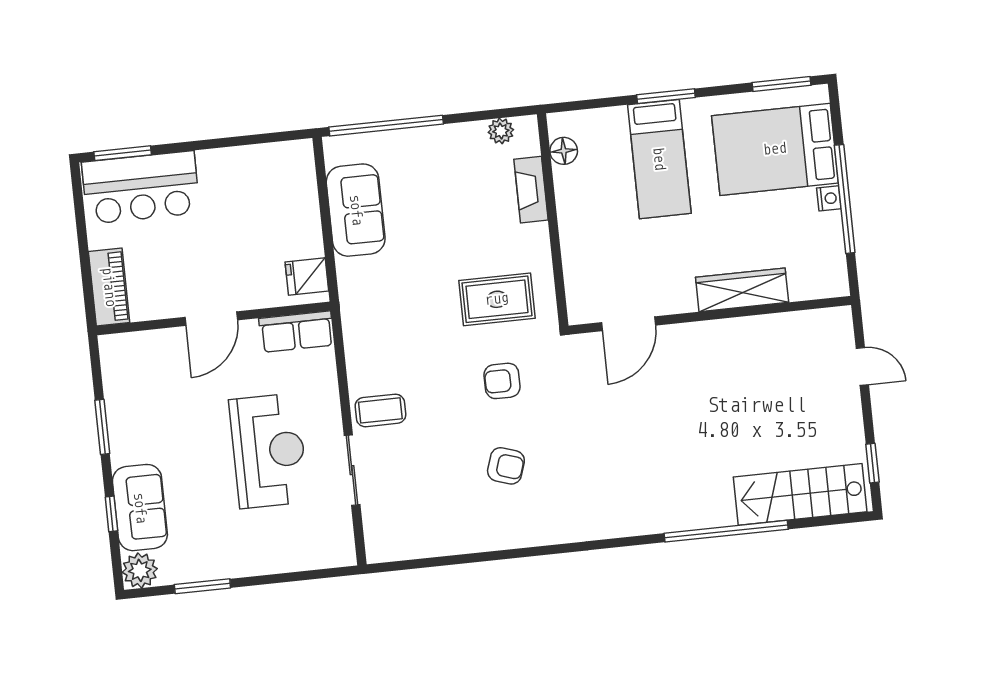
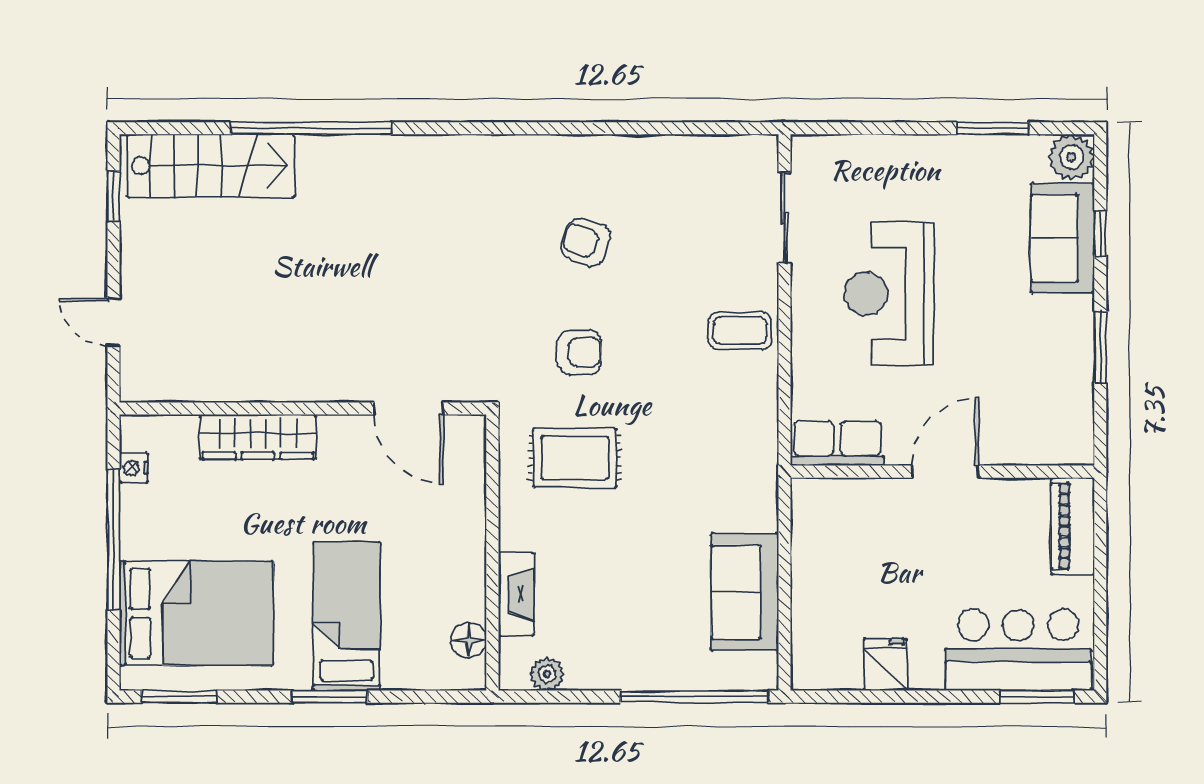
nightstand: (829, 198) -> (134, 468), moved
fridge: (307, 277) -> (886, 665), moved, turned -90
door: (629, 324) -> (409, 408), swing flipped
sliding door: (352, 470) -> (784, 218), moved

